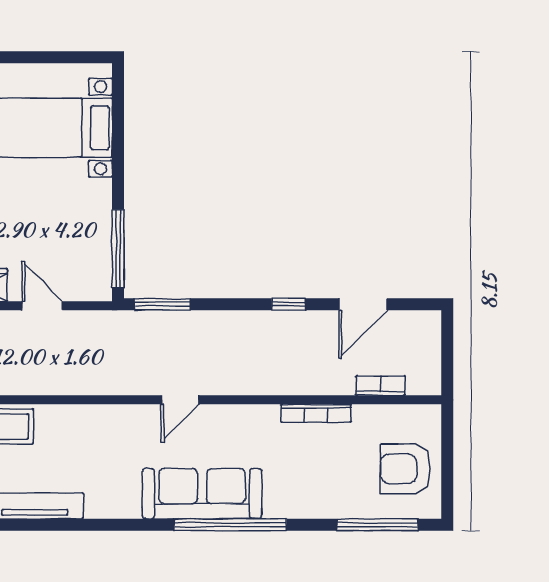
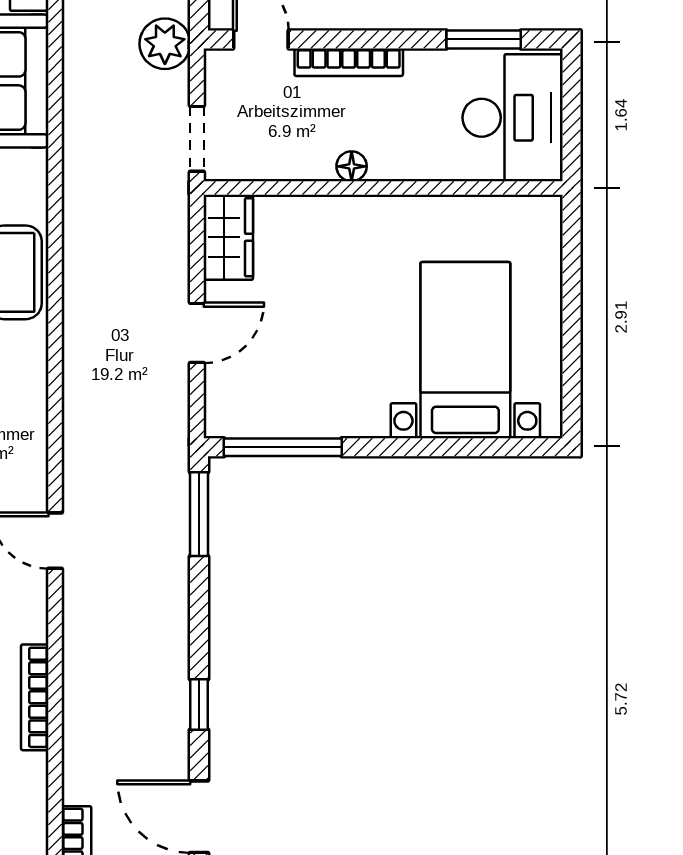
bookcase: (316, 413) -> (35, 697), moved

